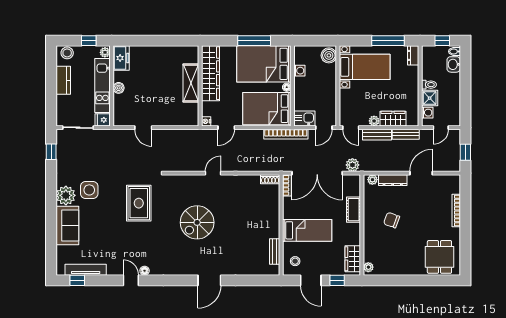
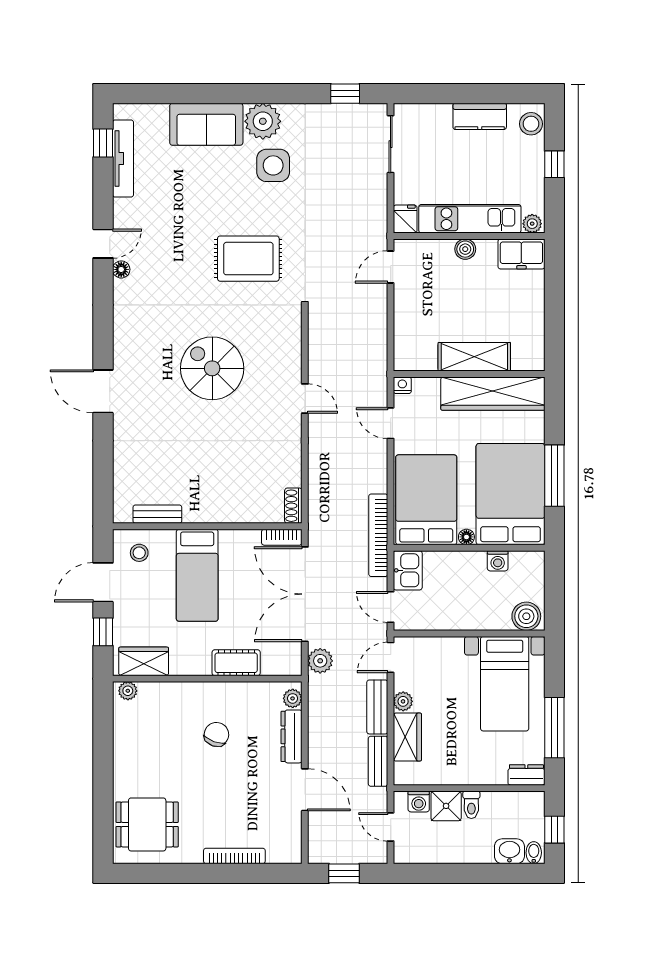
plant: (105, 52) -> (532, 224), moved
freezer: (121, 58) -> (521, 254), moved
kitchen unit: (102, 85) -> (470, 219), moved
wall: (112, 86) -> (469, 236), moved
boiler: (119, 88) -> (465, 249), moved
fridge: (103, 120) -> (405, 219), moved

